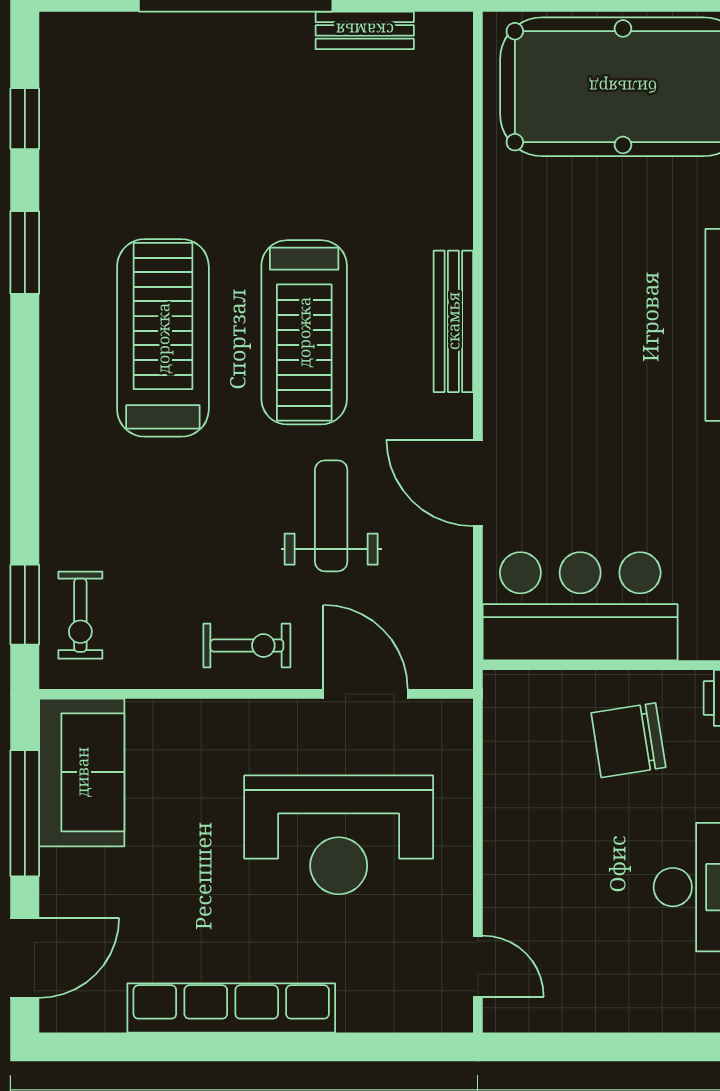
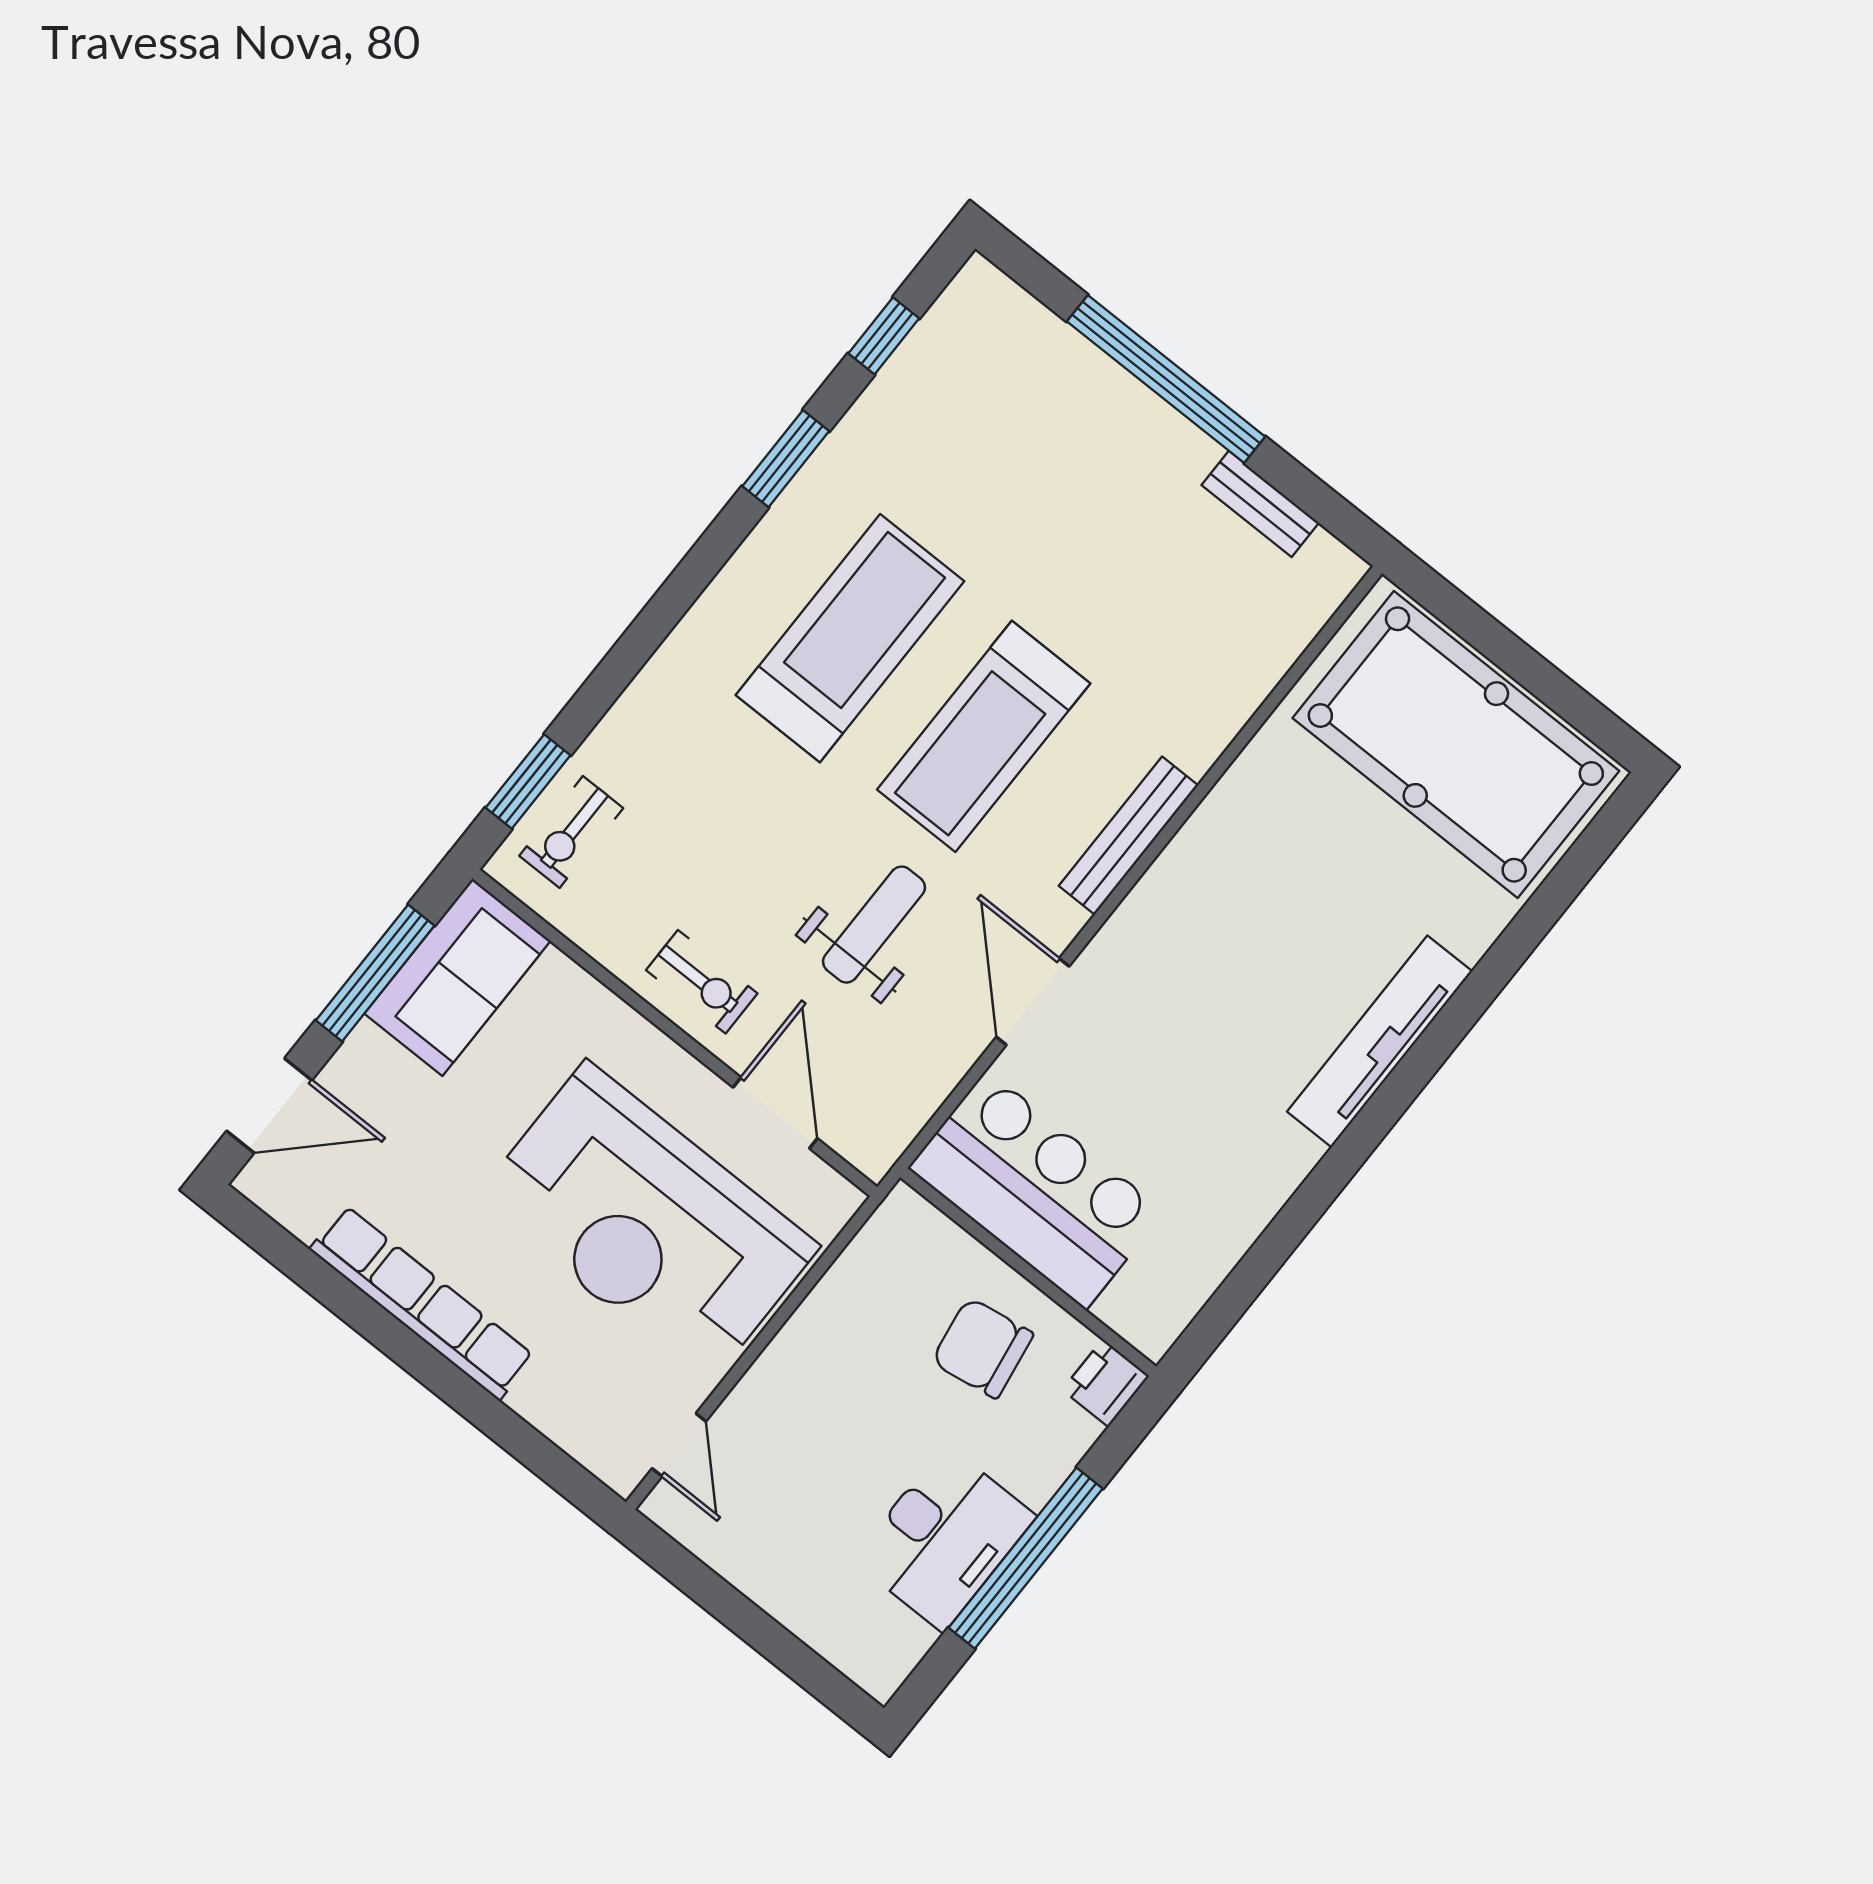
reception desk: (339, 835) -> (647, 1223), width x1.36, depth x1.30

